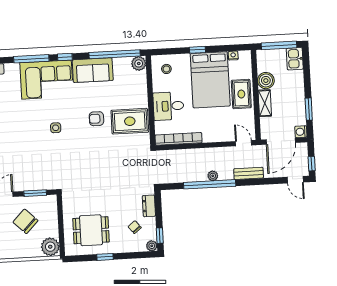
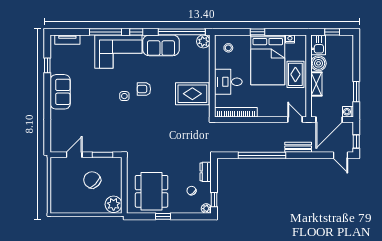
window: (279, 45) -> (332, 32), width x0.46
kitchen sink: (295, 59) -> (318, 45), moved, turned 180
armchair: (96, 119) -> (144, 89), moved
plant: (213, 176) -> (265, 148), removed
dining table: (91, 230) -> (152, 191), width x1.38

